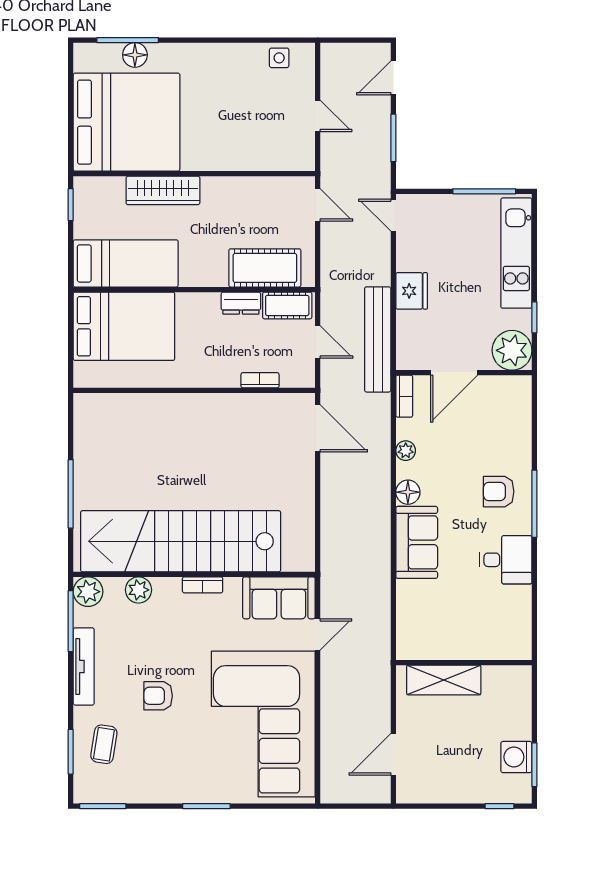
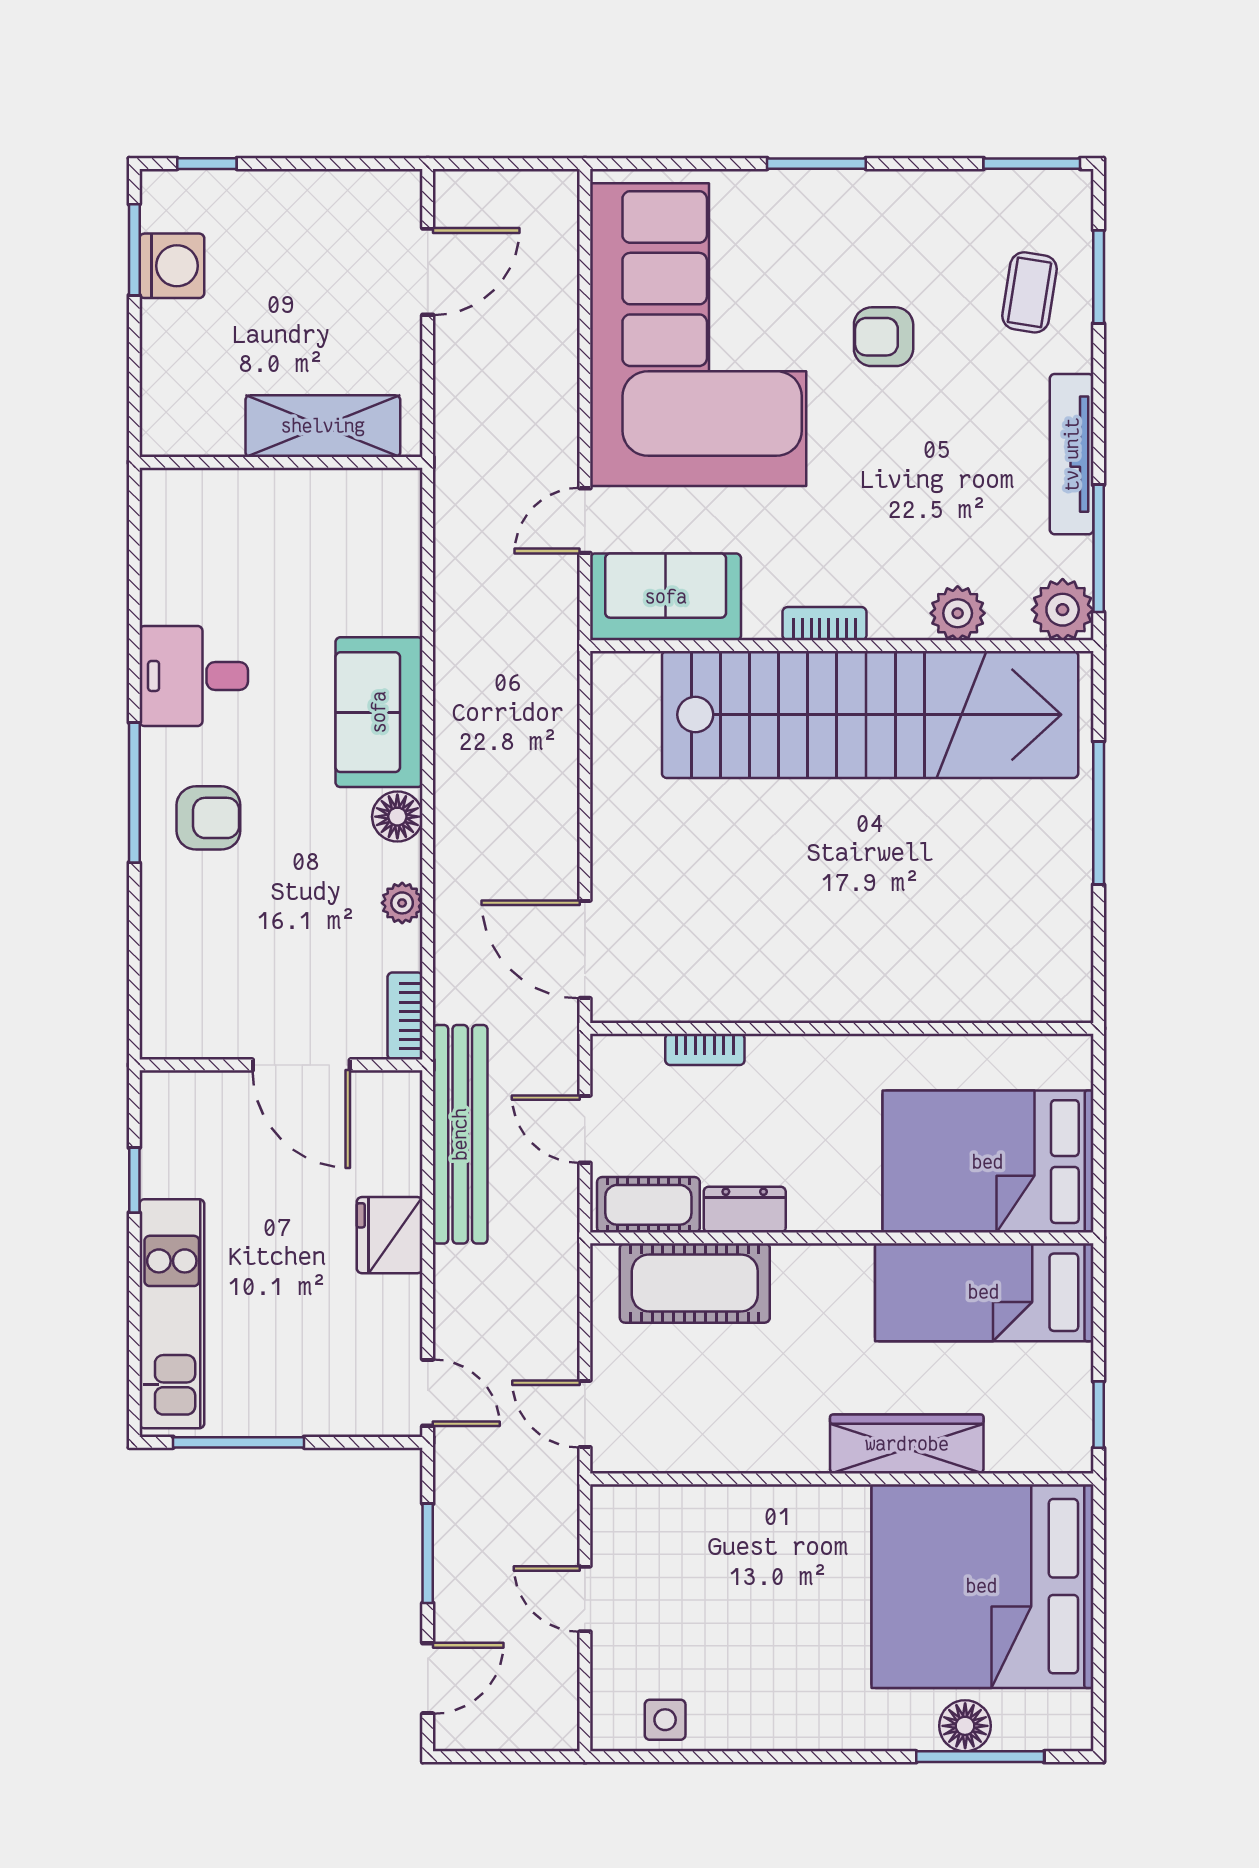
plant: (512, 350) -> (181, 1111), removed
door: (454, 373) -> (301, 1065), swing flipped
armchair: (158, 696) -> (884, 337), moved, turned 180

